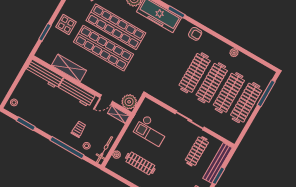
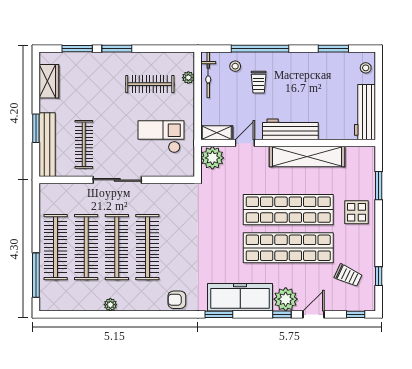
shelving: (69, 68) -> (307, 157), width x1.47
workbench: (44, 74) -> (365, 112), moved, turned -90

